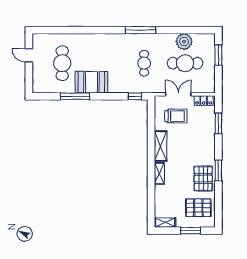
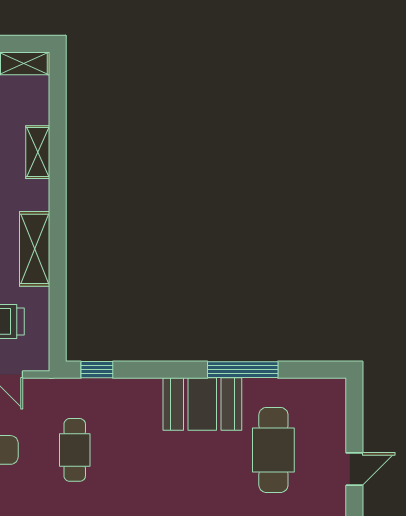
door: (29, 55) -> (354, 469), hinge flipped
shelving: (159, 173) -> (38, 152), moved

